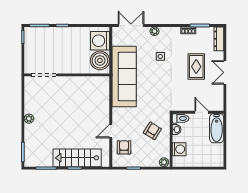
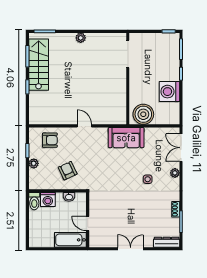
double door: (131, 25) -> (181, 148), swing flipped
washing machine: (100, 41) -> (169, 92), moved, turned -90
rug: (196, 67) -> (137, 218), removed
sofa: (124, 76) -> (126, 138), width x0.54, depth x0.79
door: (201, 112) -> (88, 224), swing flipped
toilet: (181, 118) -> (34, 201), moved
door: (111, 131) -> (84, 126), moved
armchair: (152, 131) -> (68, 171), turned -147
stairs: (77, 158) -> (39, 65), moved
plant: (164, 162) -> (34, 163), moved

